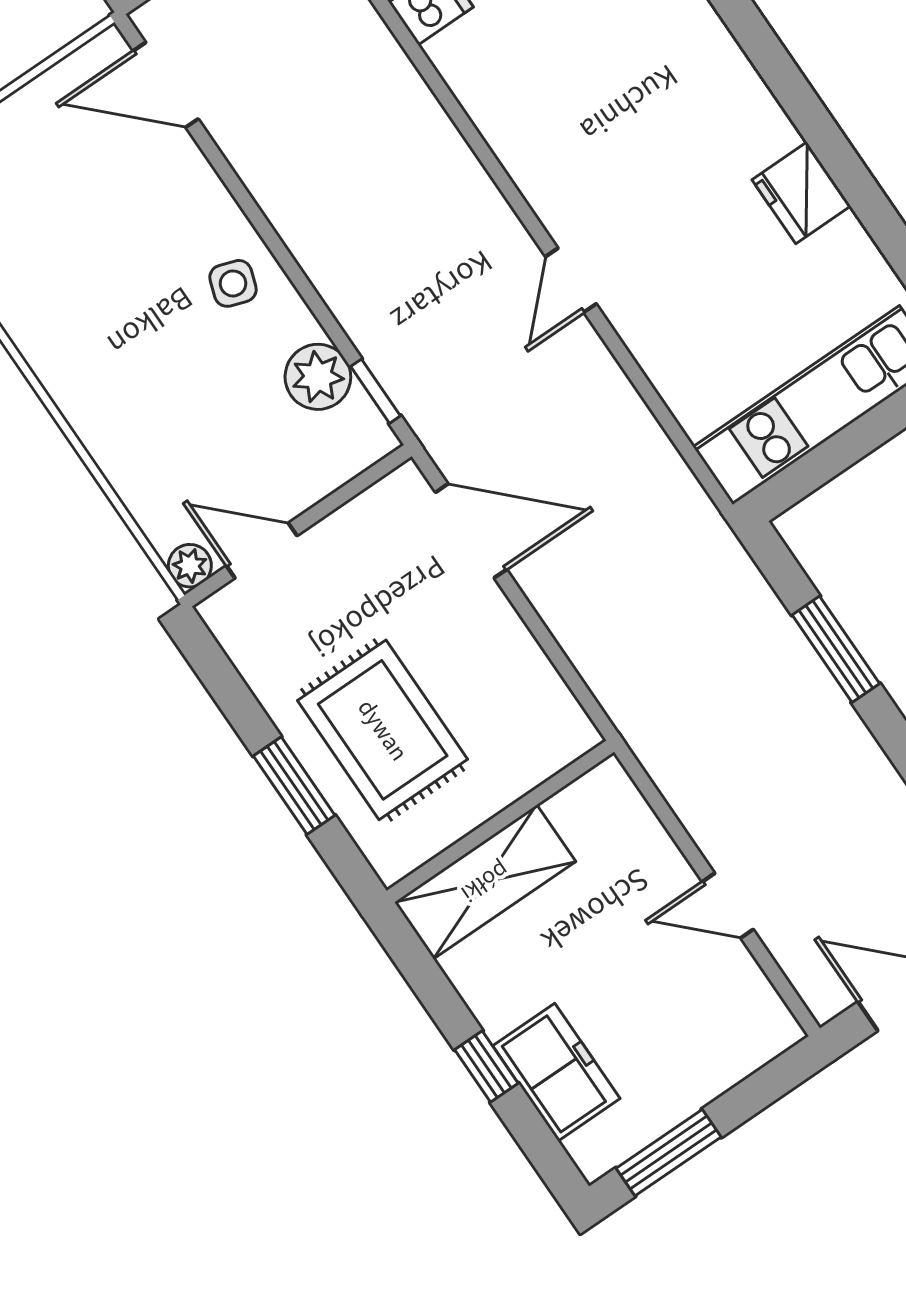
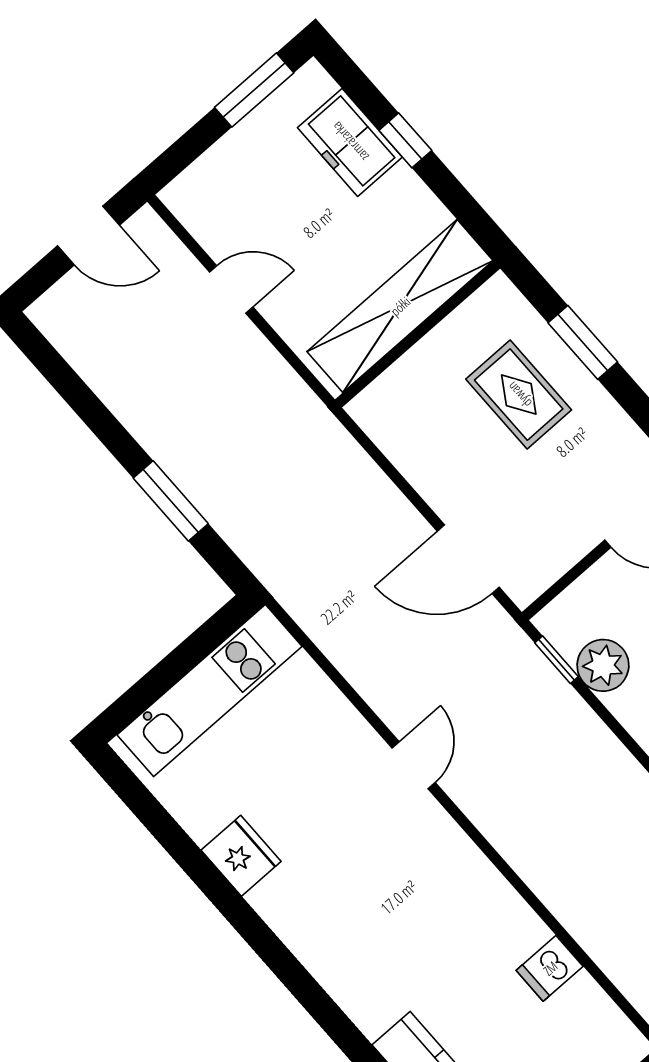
rug: (383, 730) -> (519, 395), width x0.73, depth x0.70
shelving: (485, 882) -> (400, 306), width x1.47

